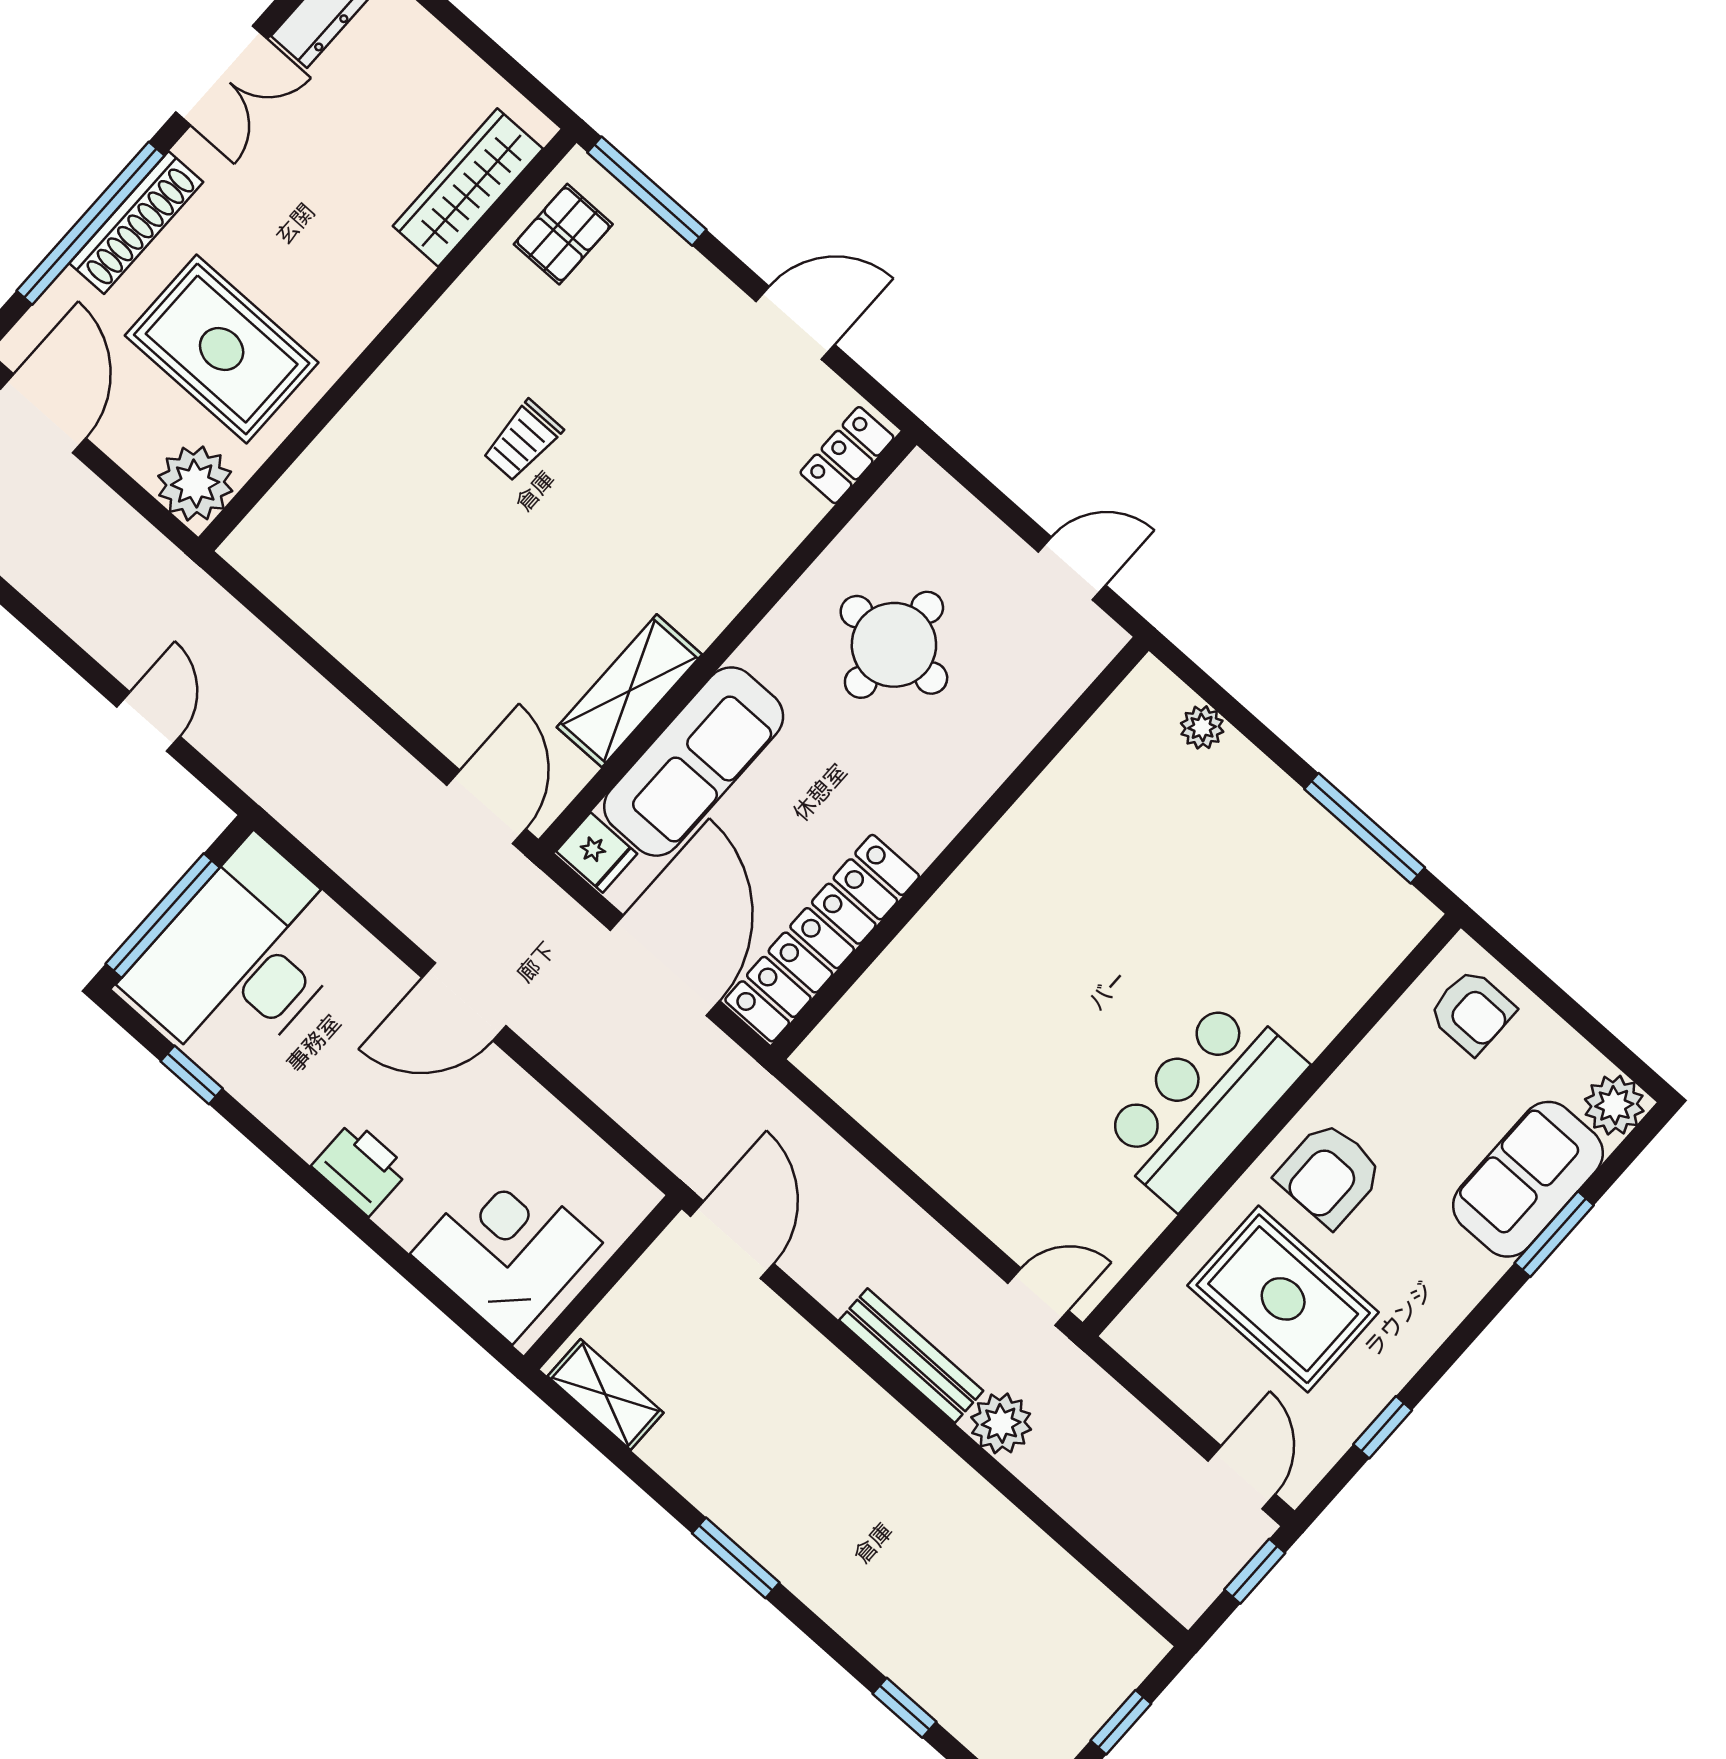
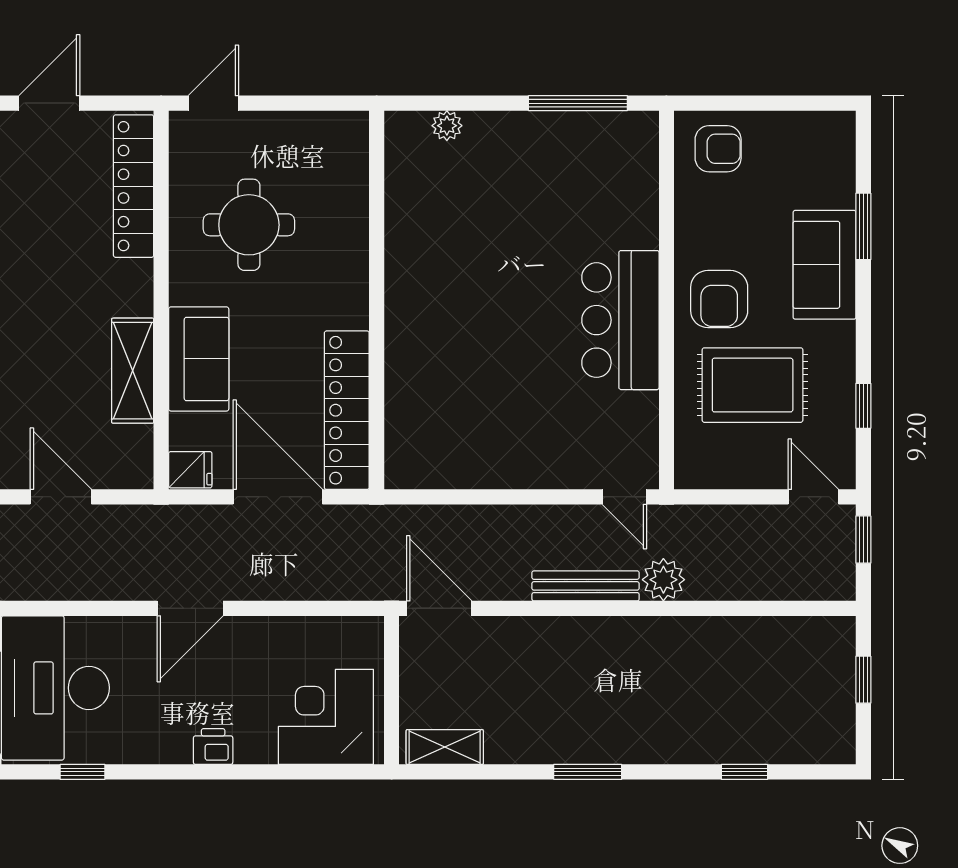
locker: (847, 455) -> (134, 186), width x2.16, depth x1.21
door: (1072, 569) -> (213, 103), moved
sofa: (694, 762) -> (199, 359), width x0.73
door: (486, 807) -> (61, 497), moved
plant: (1614, 1105) -> (835, 132), removed
printer: (361, 1168) -> (213, 747), width x0.73, depth x0.81
sofa: (1528, 1179) -> (825, 265), moved
door: (1038, 1297) -> (624, 497), swing flipped

